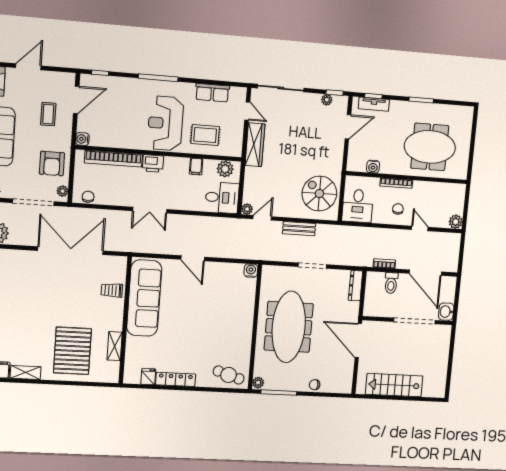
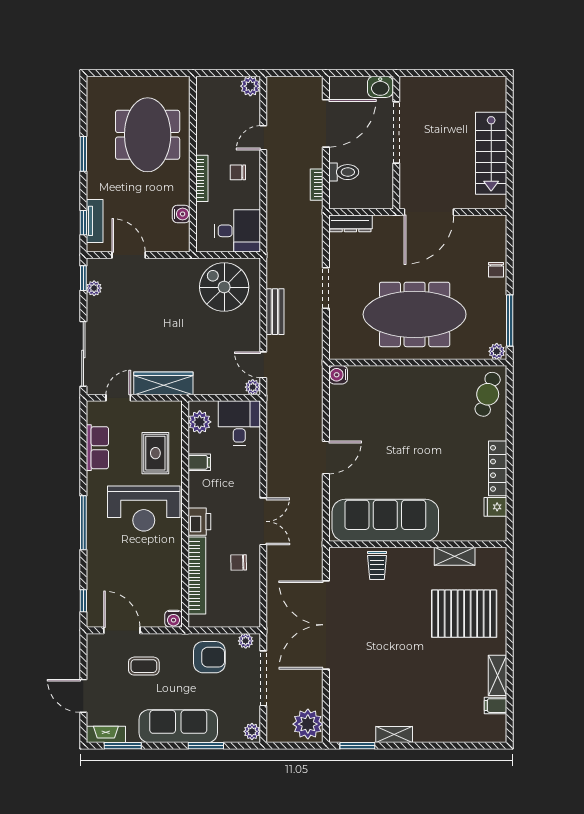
spiral stairs: (319, 194) -> (224, 287), turned 90
chair: (88, 197) -> (239, 562), moved

